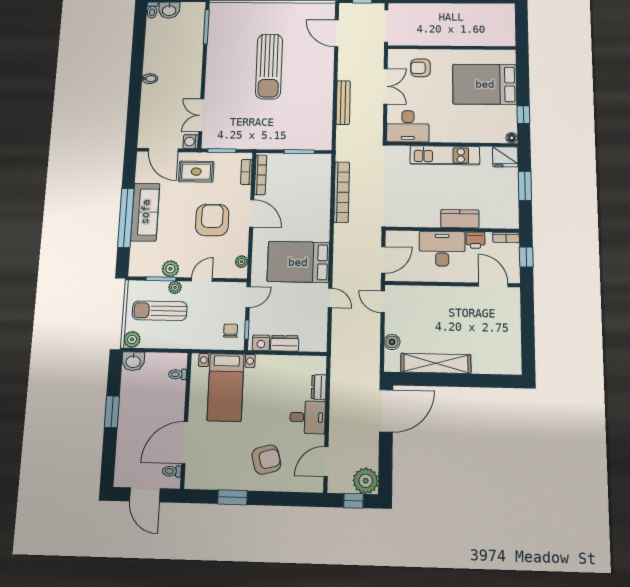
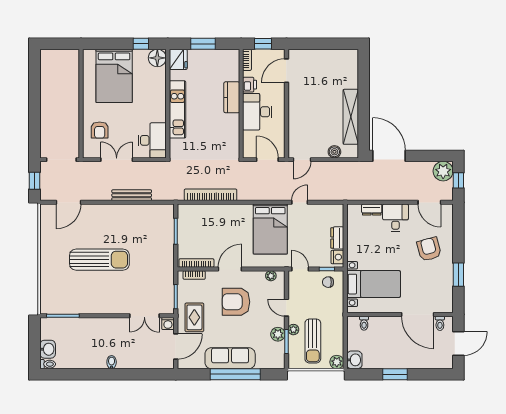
floor lamp: (512, 138) -> (157, 58), width x1.89, depth x1.89

